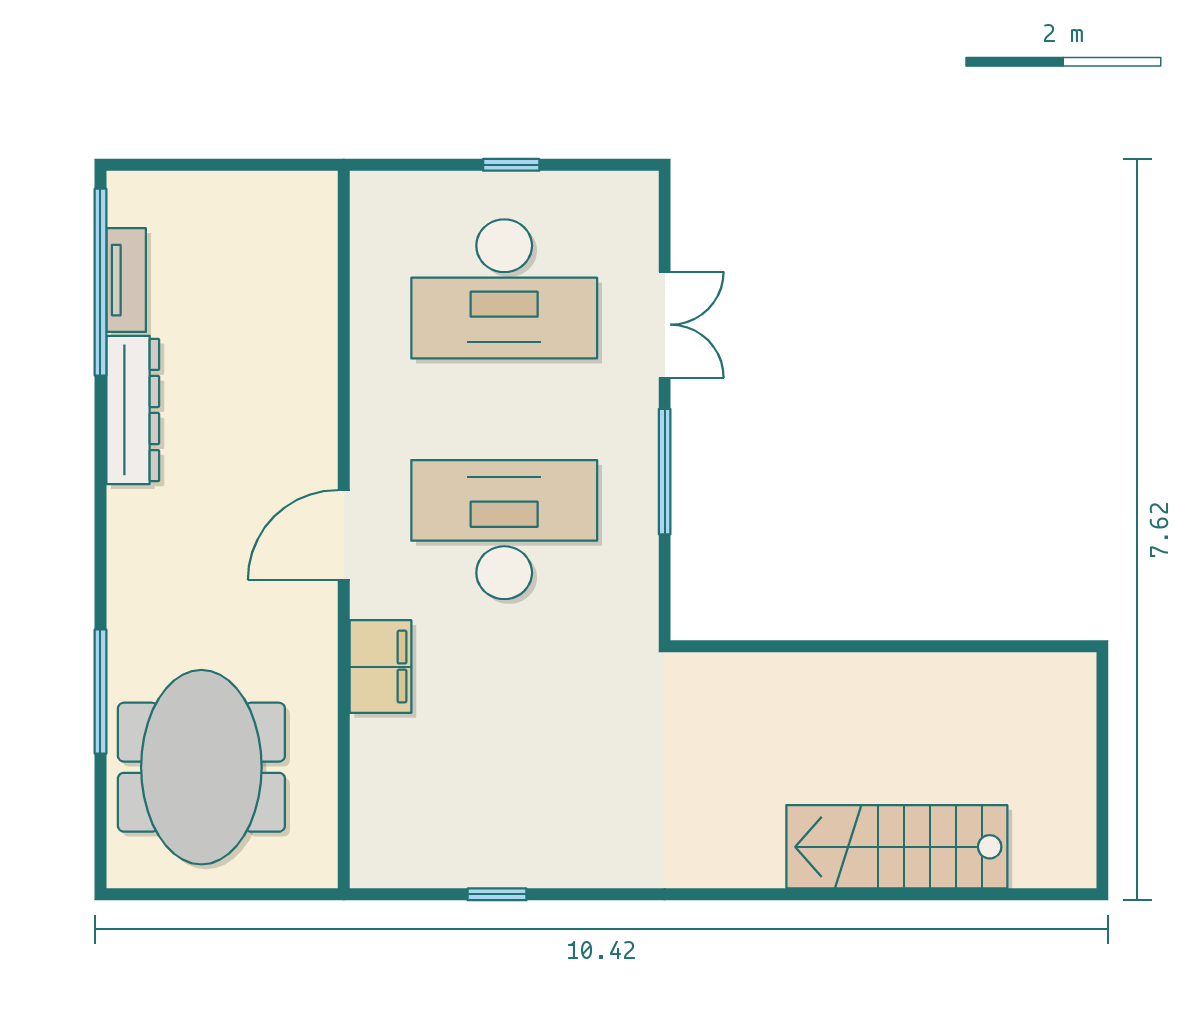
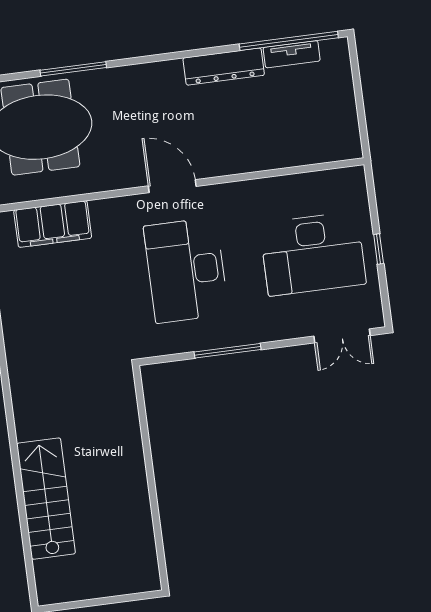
desk: (504, 289) -> (313, 254), turned -90
double door: (665, 325) -> (342, 336), moved
desk: (504, 530) -> (186, 270), turned 180
filing cabinet: (380, 667) -> (53, 224), moved, width x1.50, depth x1.17

